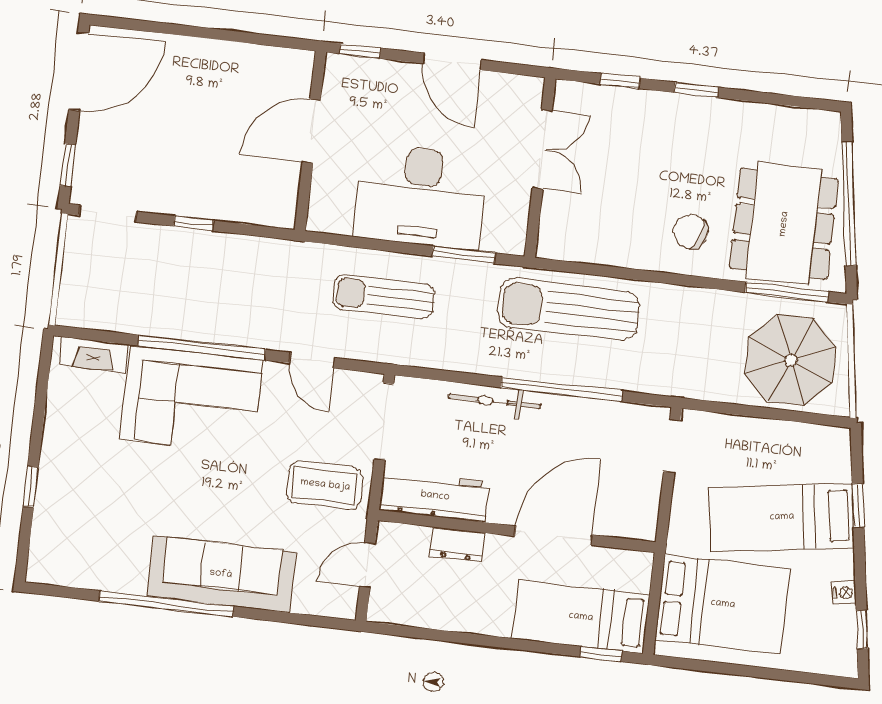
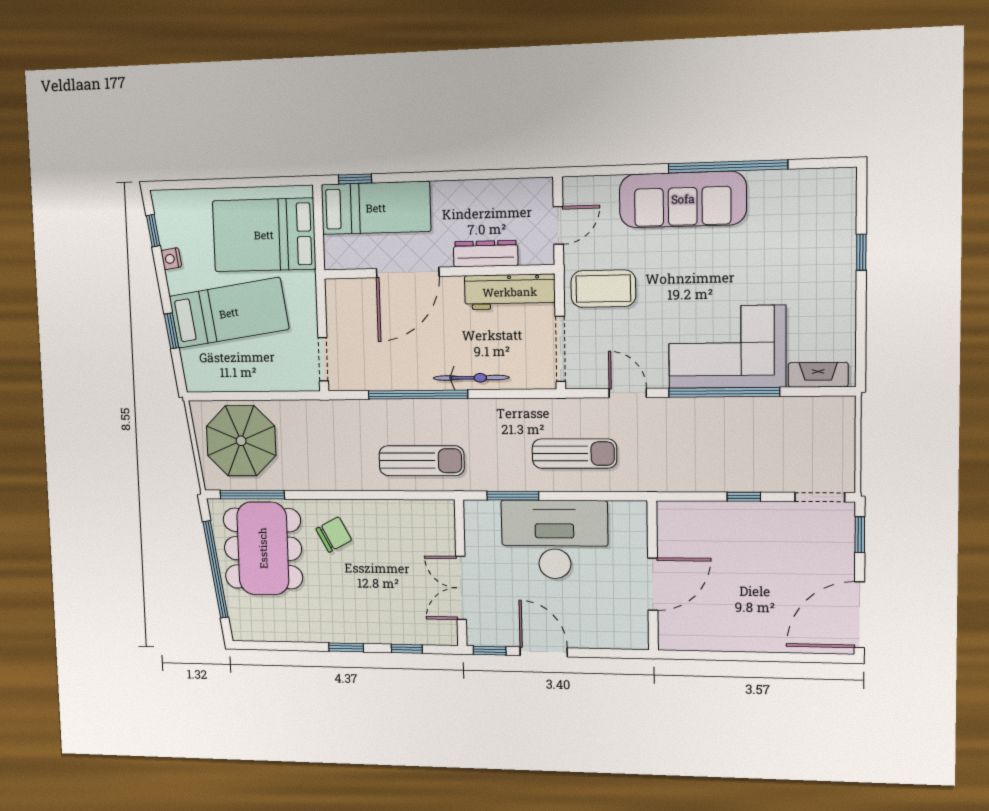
window: (360, 51) -> (490, 651), moved
chair: (691, 232) -> (334, 535), turned -47
sun lounger: (569, 309) -> (422, 461), width x0.73, depth x0.75
dresser: (457, 545) -> (486, 254), width x1.44

